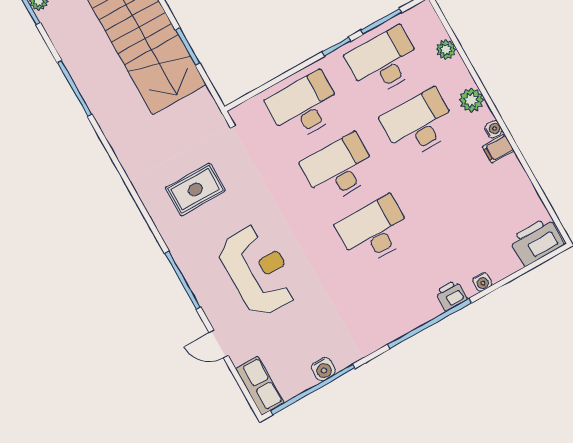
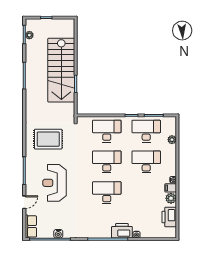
plant: (471, 100) -> (171, 198), moved
rug: (195, 189) -> (48, 139), width x1.36, depth x1.43
printer: (537, 242) -> (169, 217), moved, turned -90
reception desk: (258, 270) -> (55, 183), turned 180
printer: (451, 295) -> (122, 231), width x1.87, depth x1.48
door: (219, 344) -> (24, 202), swing flipped

